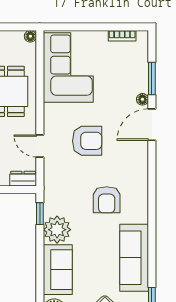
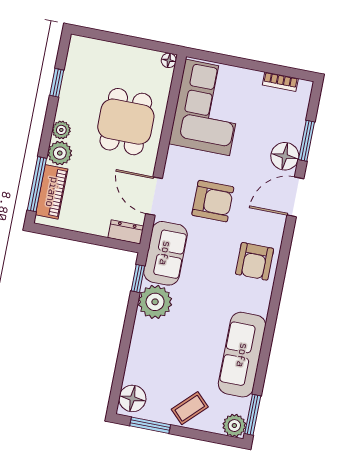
floor lamp: (142, 99) -> (285, 156), width x1.89, depth x1.89
door: (40, 146) -> (154, 196), width x1.38
armchair: (107, 200) -> (255, 261), moved
sofa: (58, 270) -> (165, 253), moved

